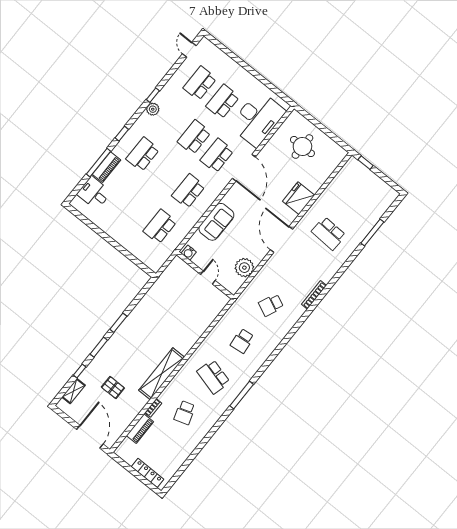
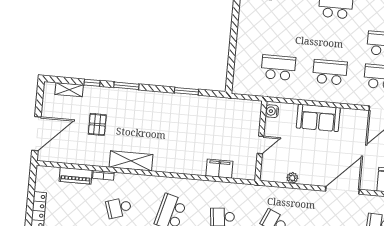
plant: (244, 268) -> (292, 178), width x0.53, depth x0.53
filing cabinet: (205, 319) -> (219, 169), added
window: (118, 323) -> (186, 91), moved
shelving: (162, 374) -> (131, 161), width x0.68

